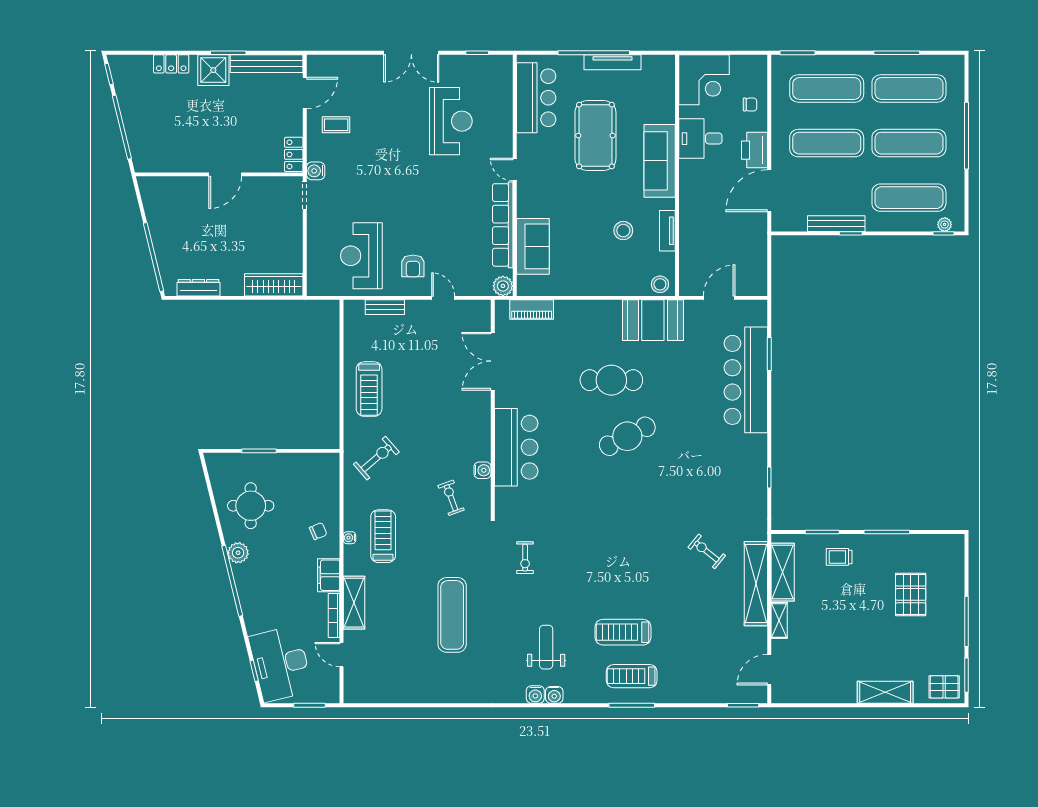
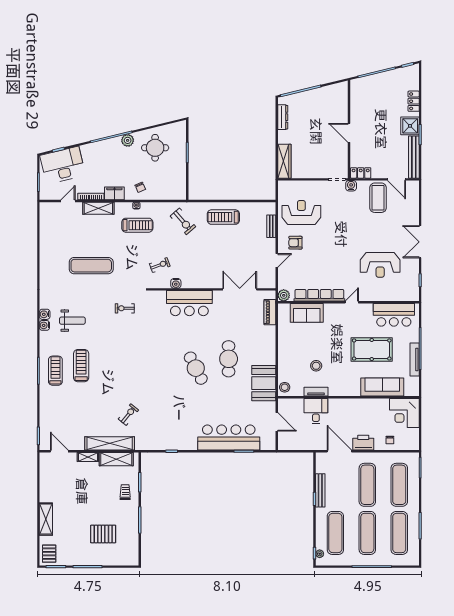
coffee table: (336, 125) -> (378, 198), width x1.86, depth x1.72
desk: (700, 139) -> (316, 411), moved
sofa: (660, 161) -> (382, 387), moved

